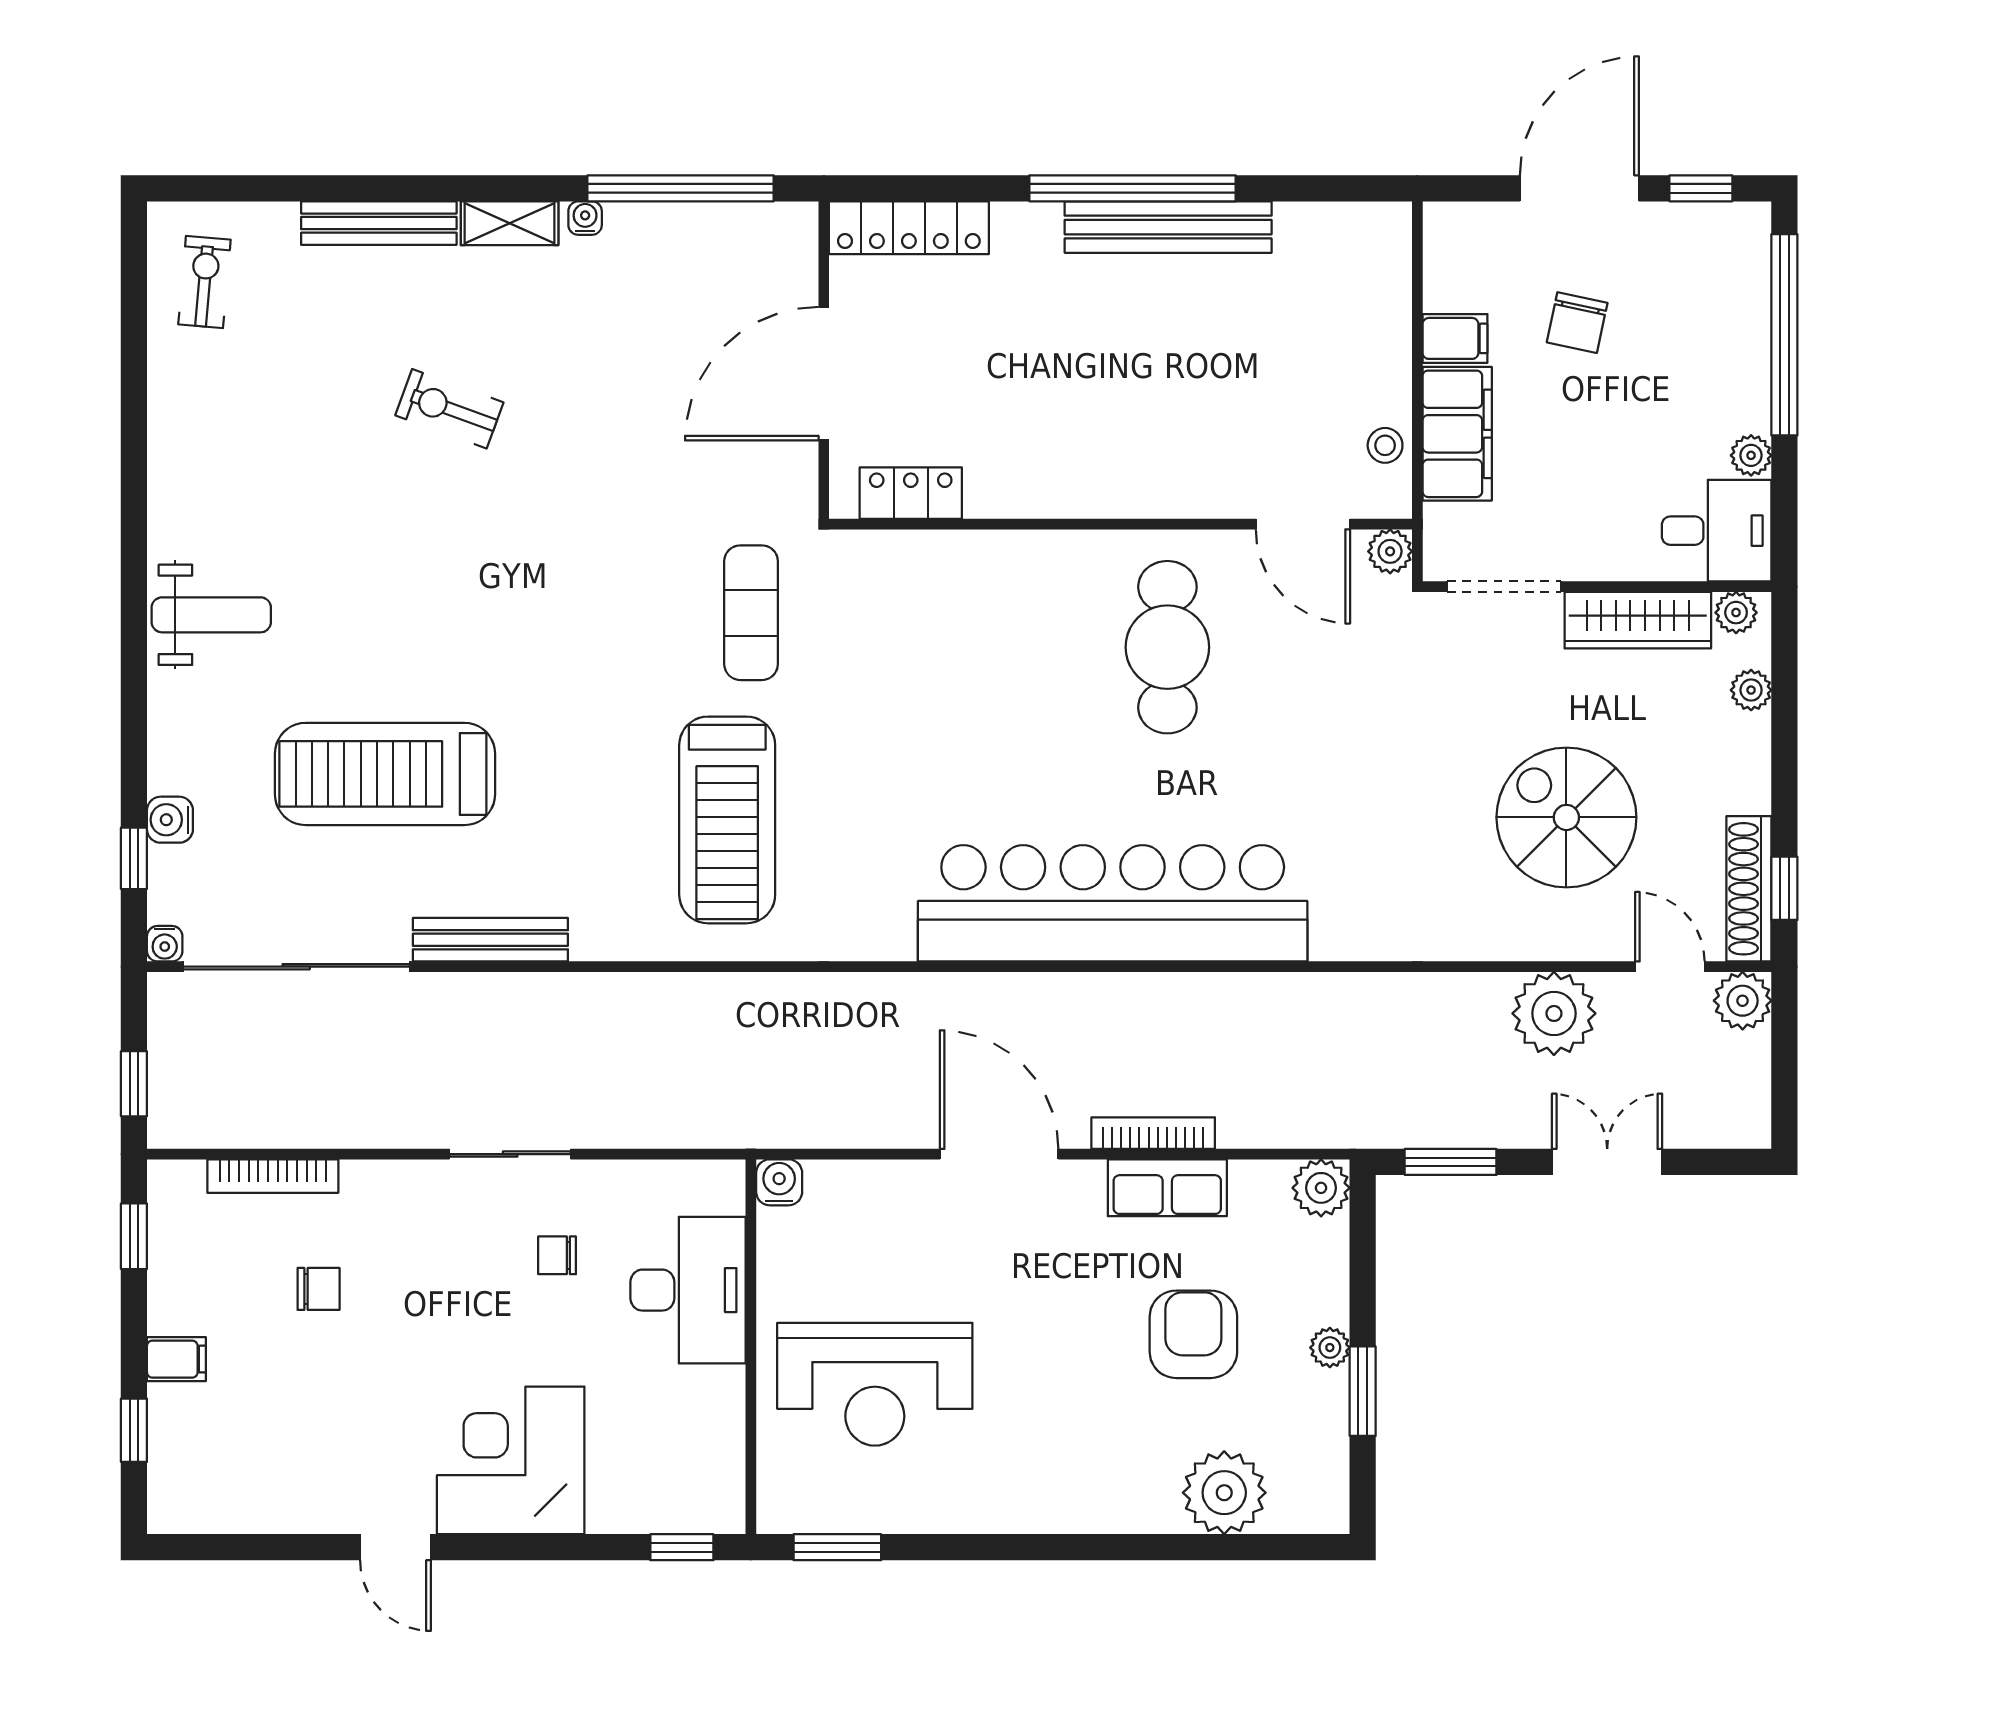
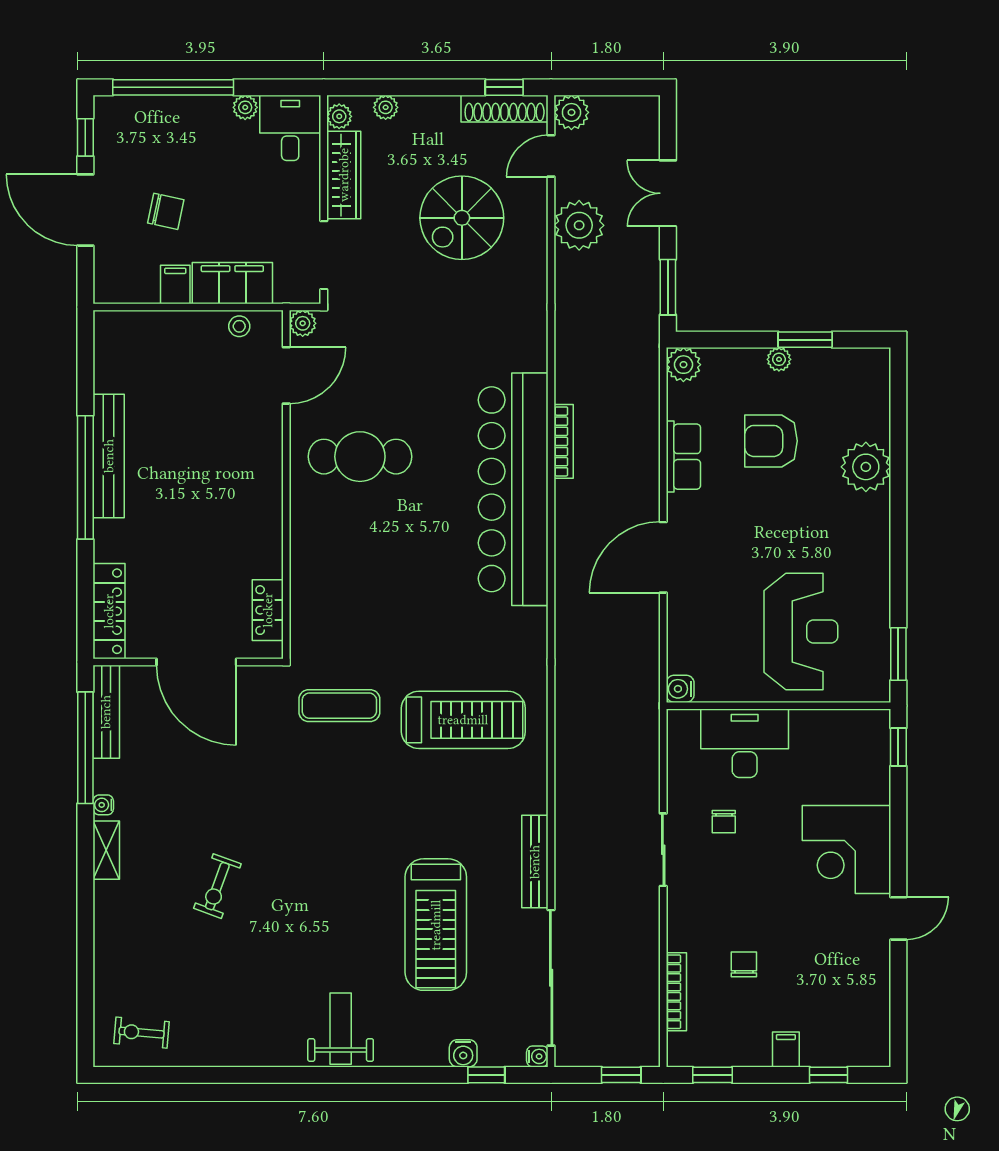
bench: (379, 223) -> (106, 712), moved
bookcase: (1153, 1133) -> (564, 441), moved, turned 180
plant: (1224, 1493) -> (866, 467), moved

